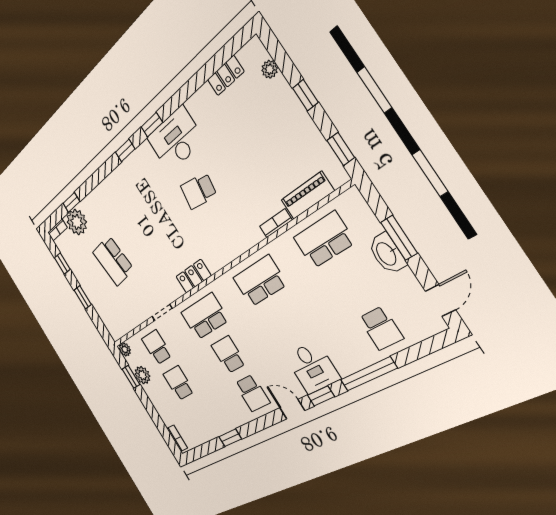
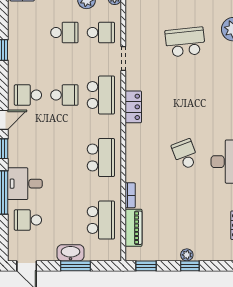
plant: (270, 69) -> (187, 255), moved
school desk: (199, 191) -> (185, 154), turned -30
desk: (312, 367) -> (25, 184), moved

